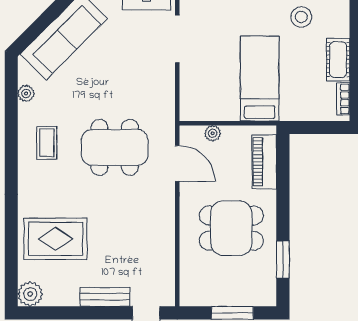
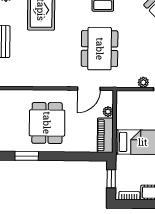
plant: (167, 79) -> (143, 82), added
window: (317, 127) -> (111, 179), added
piano: (264, 162) -> (105, 135), moved, turned -90

